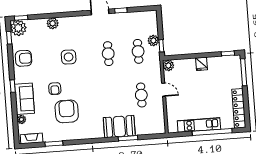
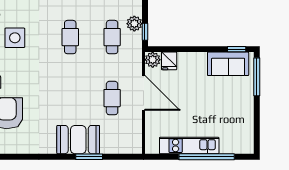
fridge: (202, 64) -> (169, 61), moved
sofa: (223, 64) -> (228, 64), added
door: (164, 90) -> (144, 93), width x1.87
locker: (239, 108) -> (246, 127), removed

